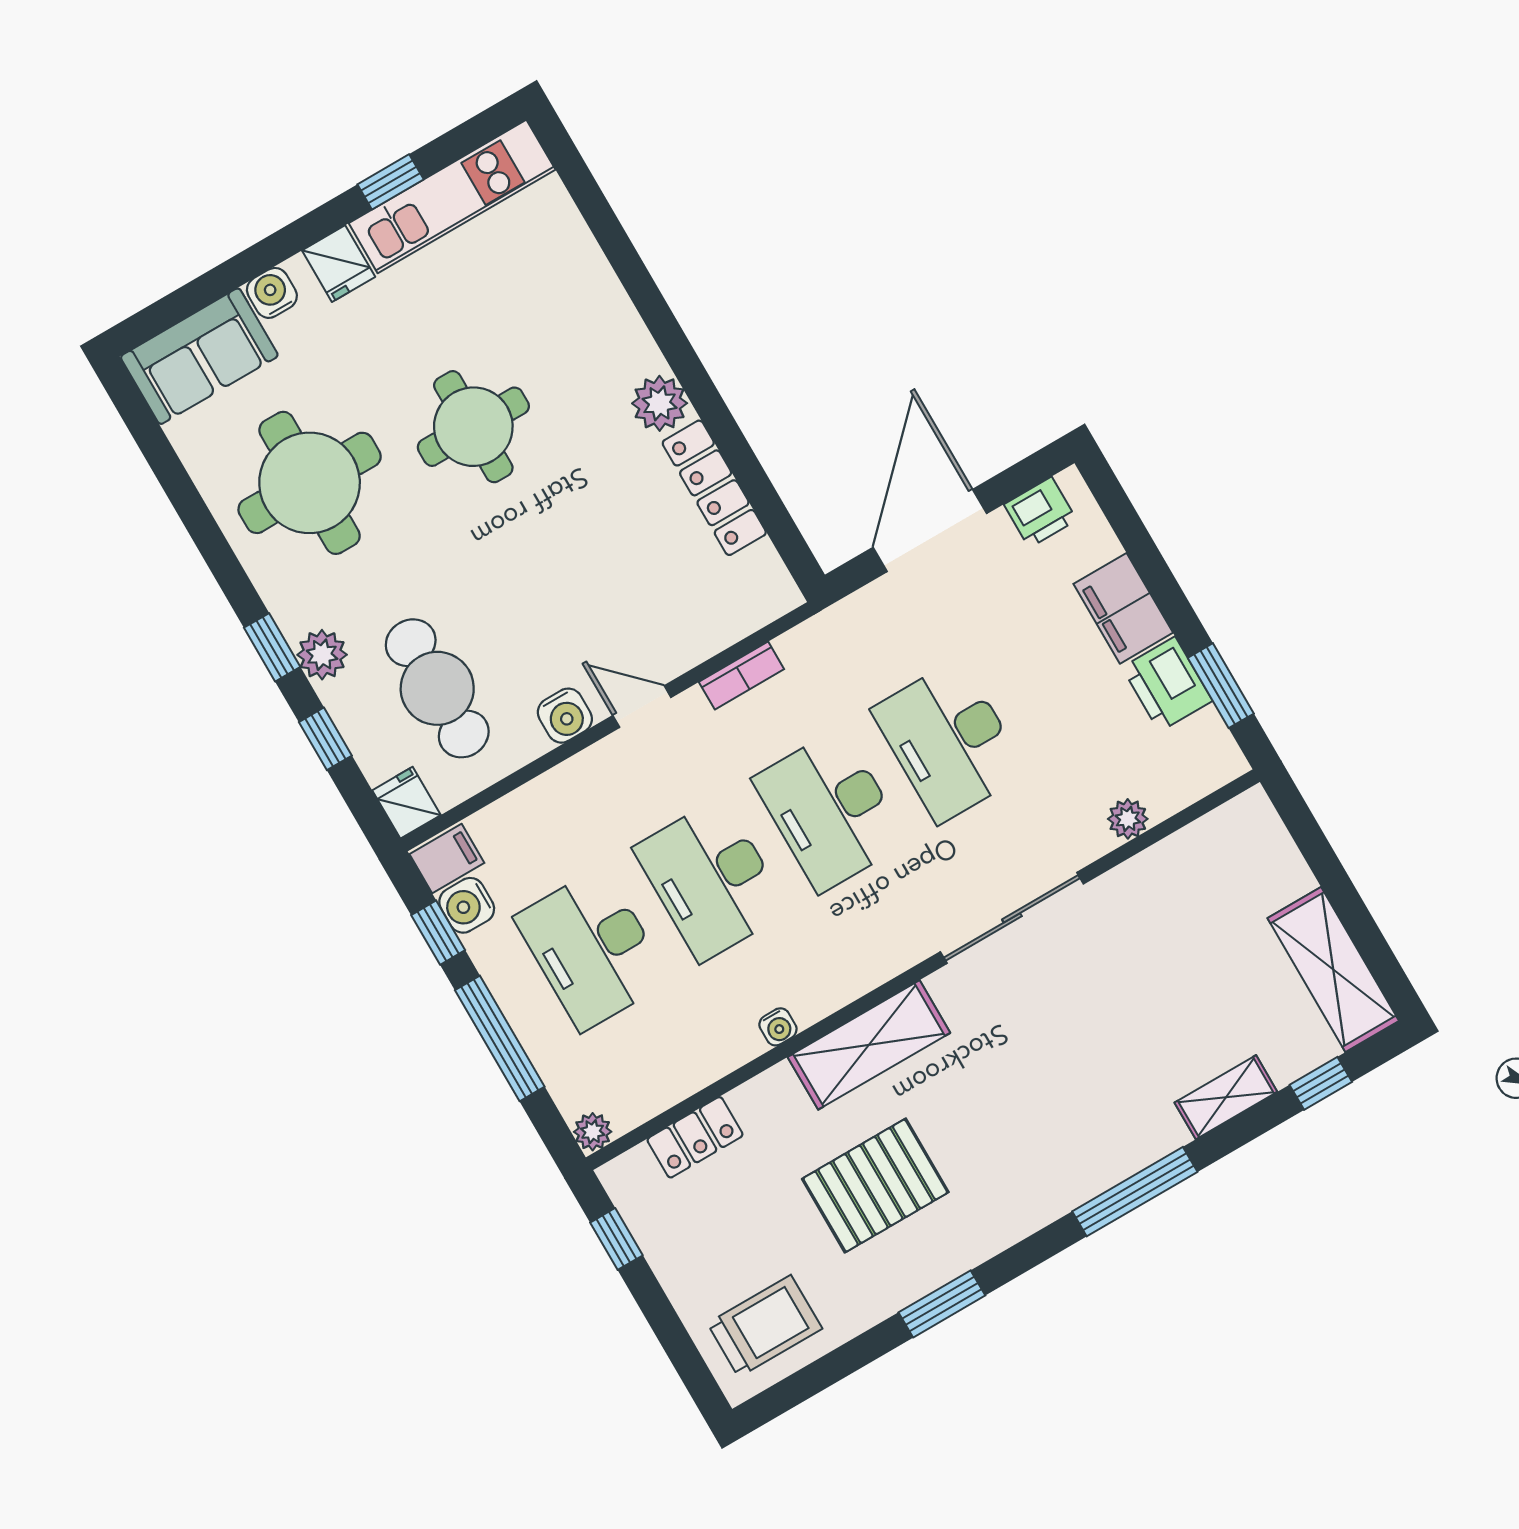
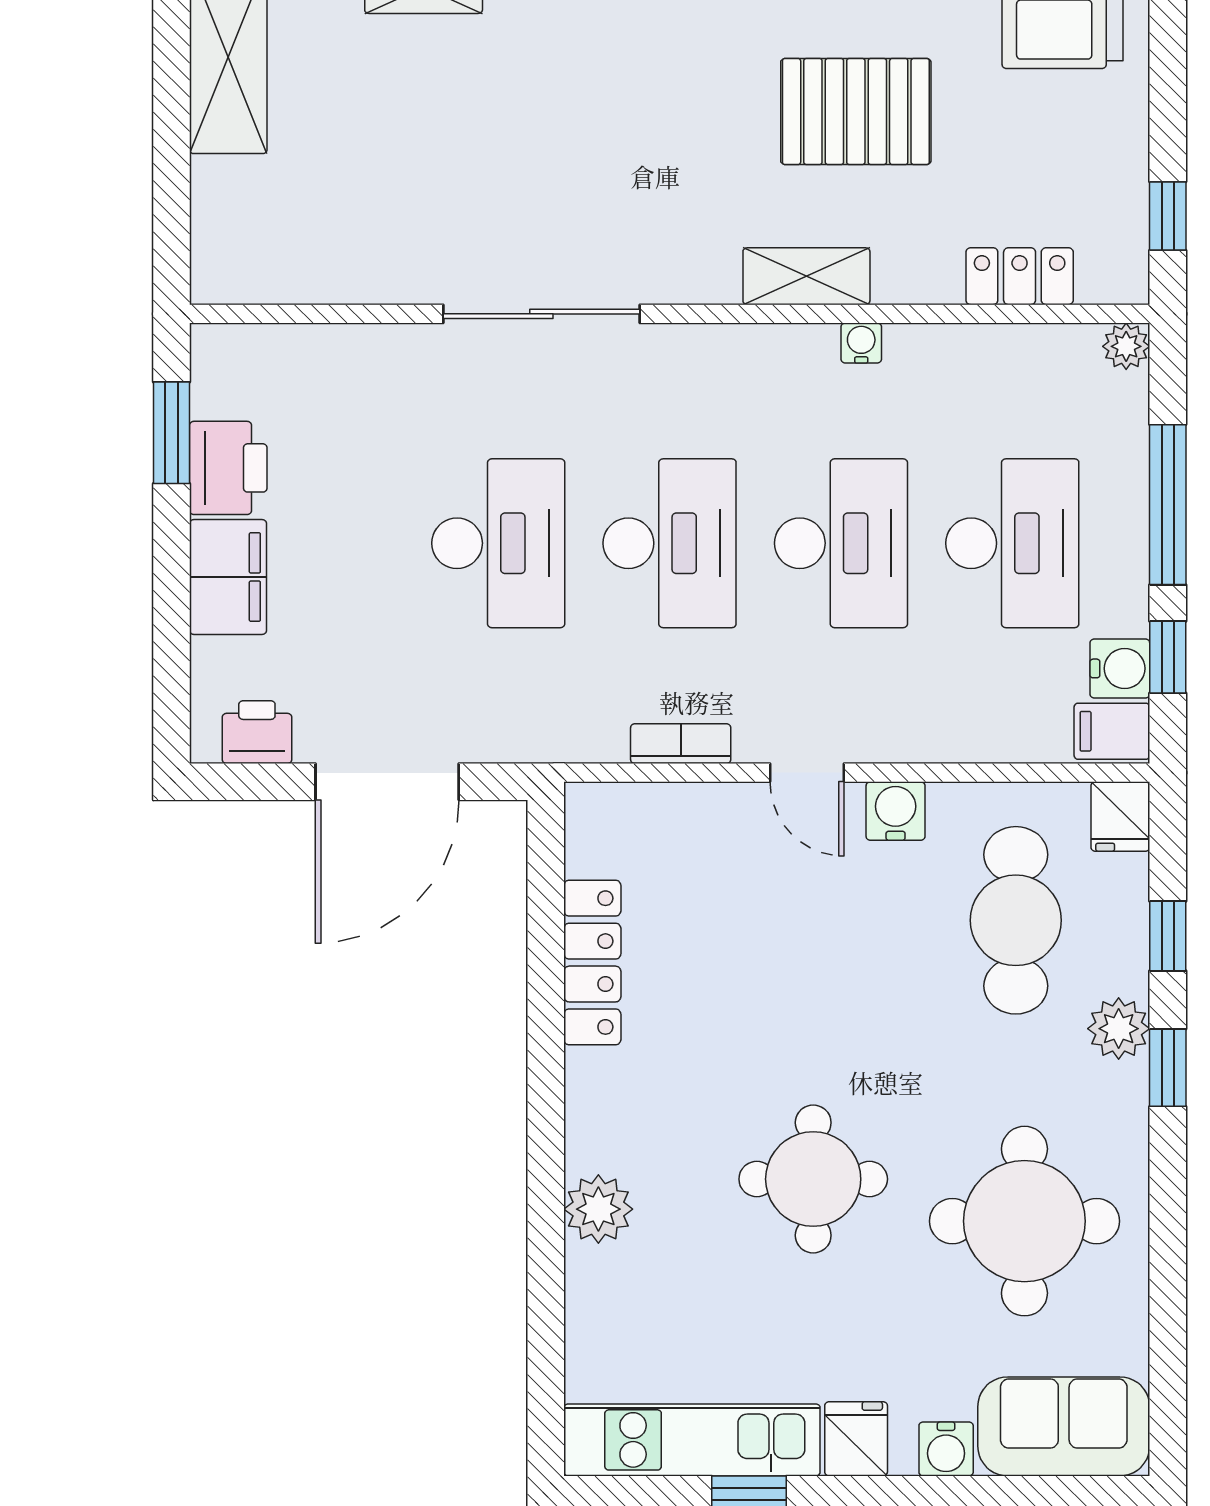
plant: (660, 403) -> (598, 1209), moved
plant: (1128, 819) -> (355, 348), removed
shelving: (869, 1045) -> (806, 276), width x0.67, depth x0.75

